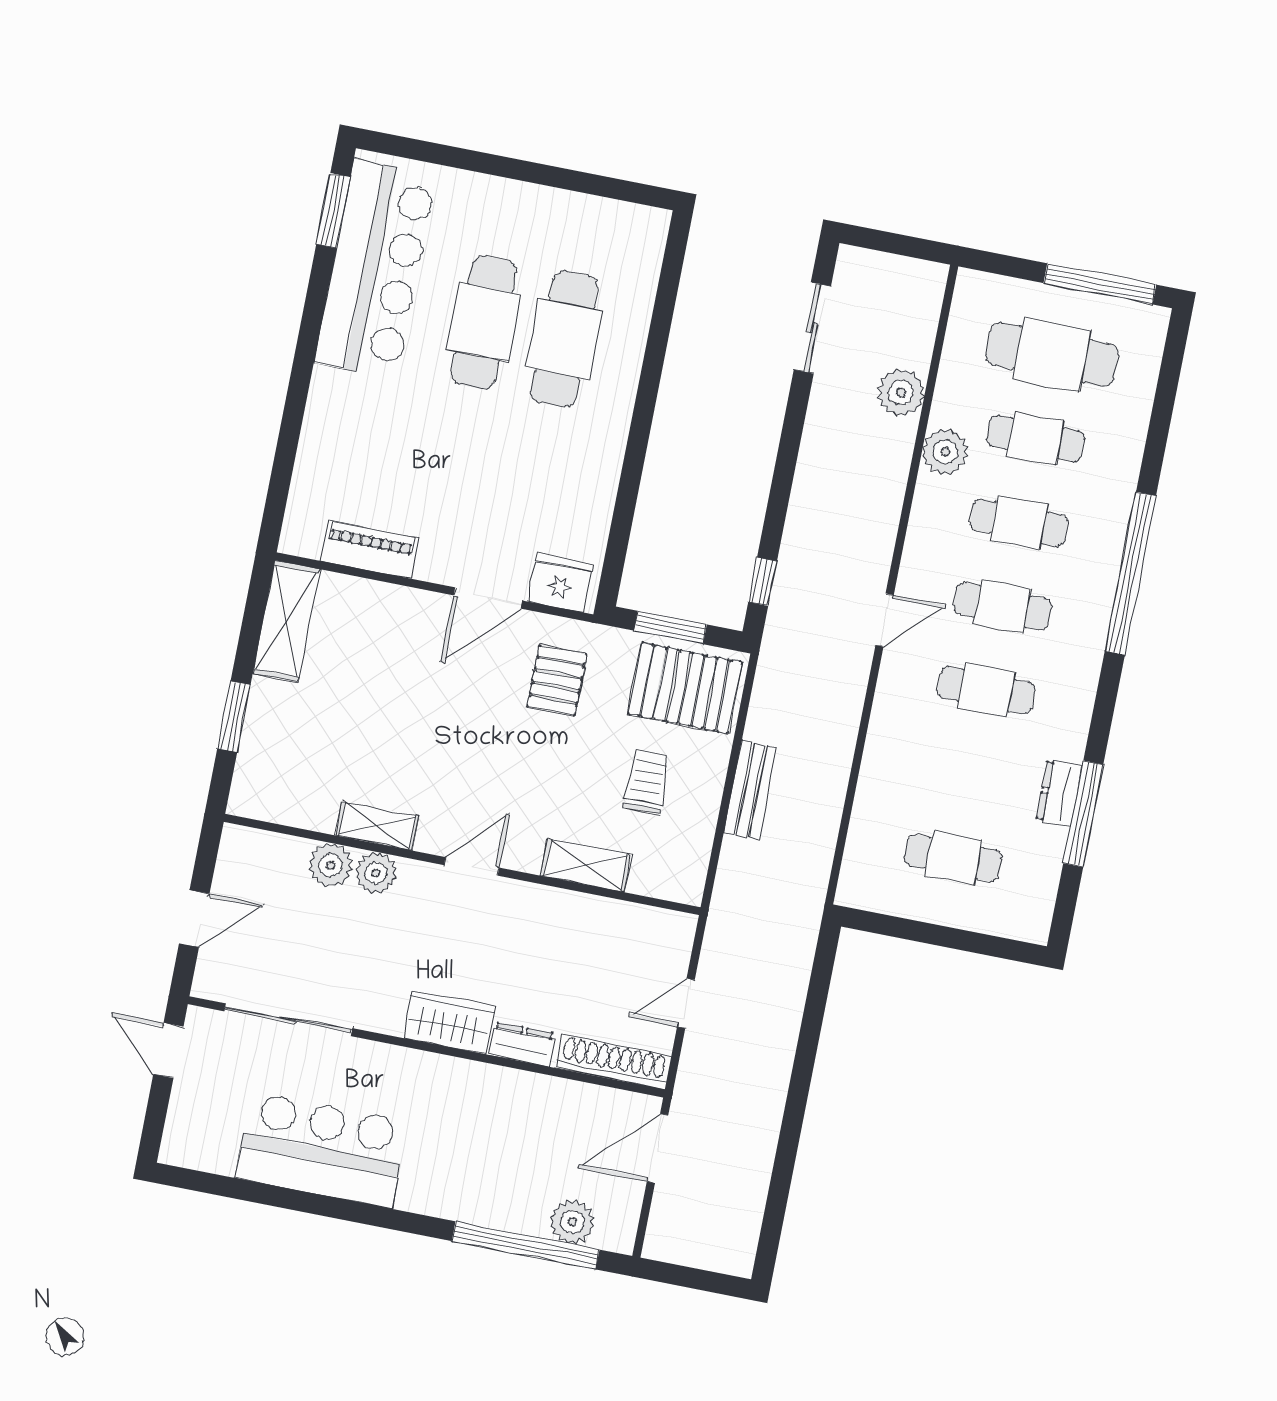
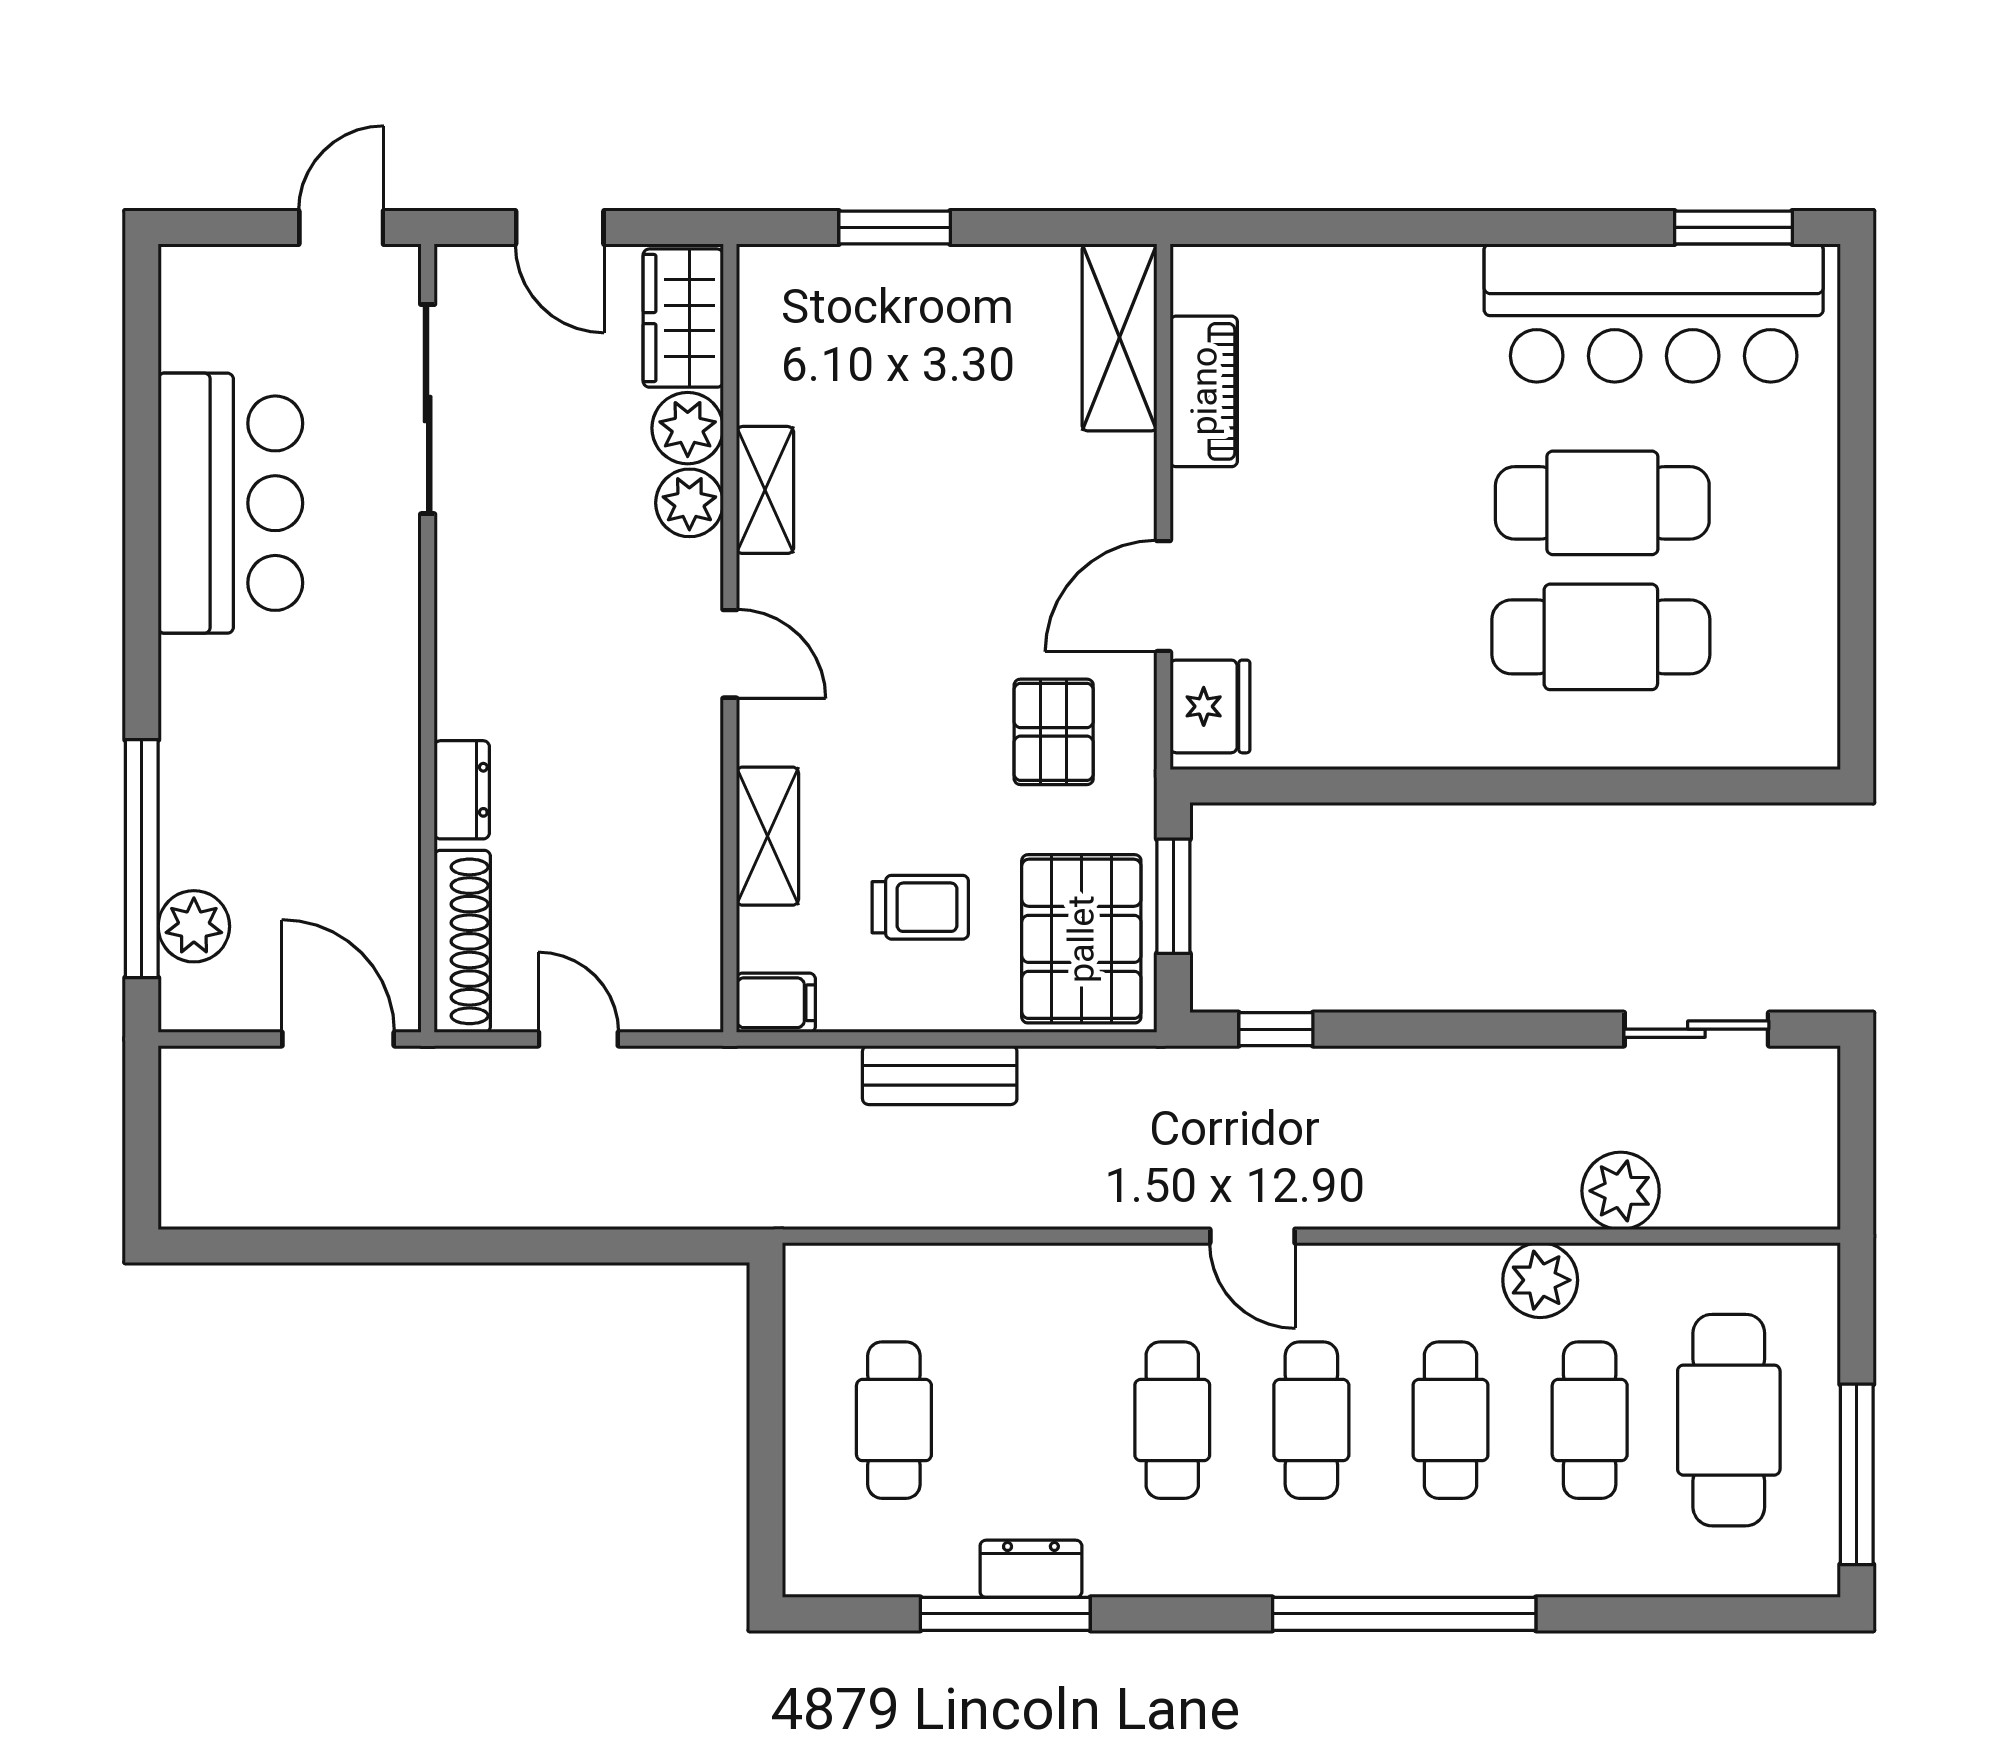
door: (488, 598) -> (1164, 596), hinge flipped
shelving: (286, 621) -> (1120, 337), moved, turned 90
pallet: (557, 680) -> (1054, 732), turned 90
filing cabinet: (688, 880) -> (776, 1003), added
wardrobe: (449, 1022) -> (683, 318), moved, turned 180

